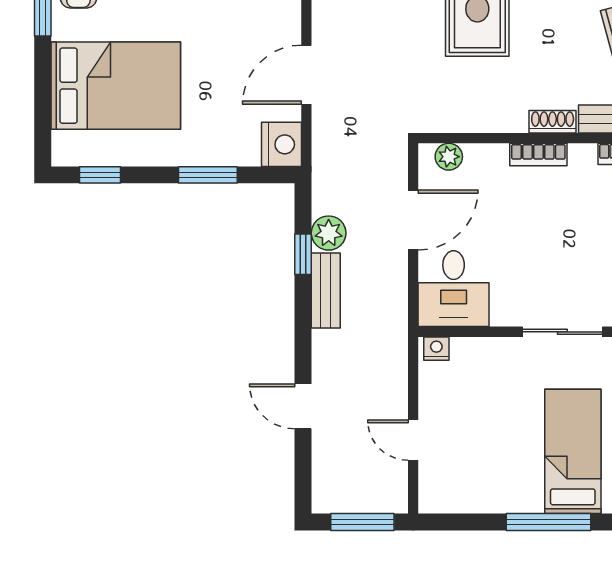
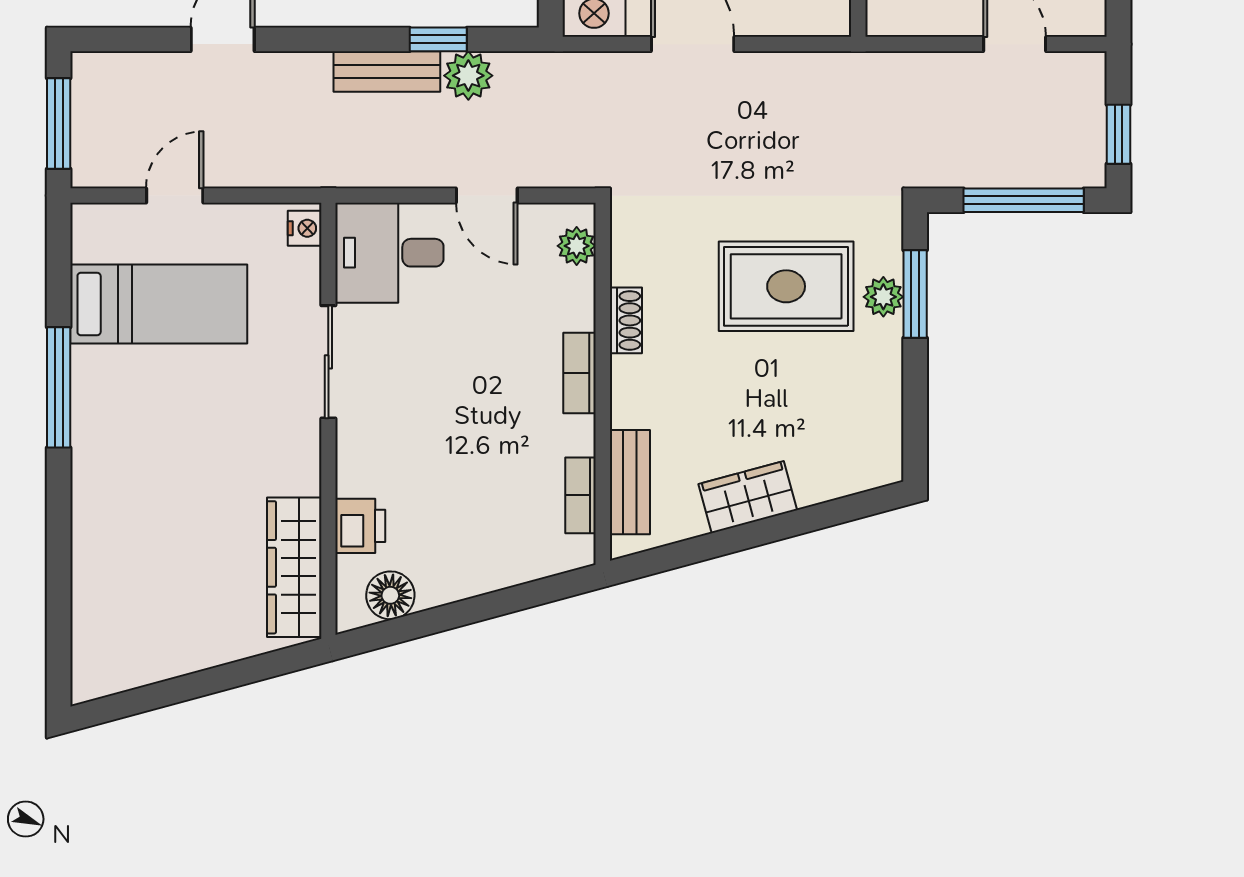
shoe rack: (553, 122) -> (626, 320), moved
door: (413, 220) -> (487, 196), width x0.73
sliding door: (562, 332) -> (328, 362), moved
bed: (573, 451) -> (159, 304), moved

